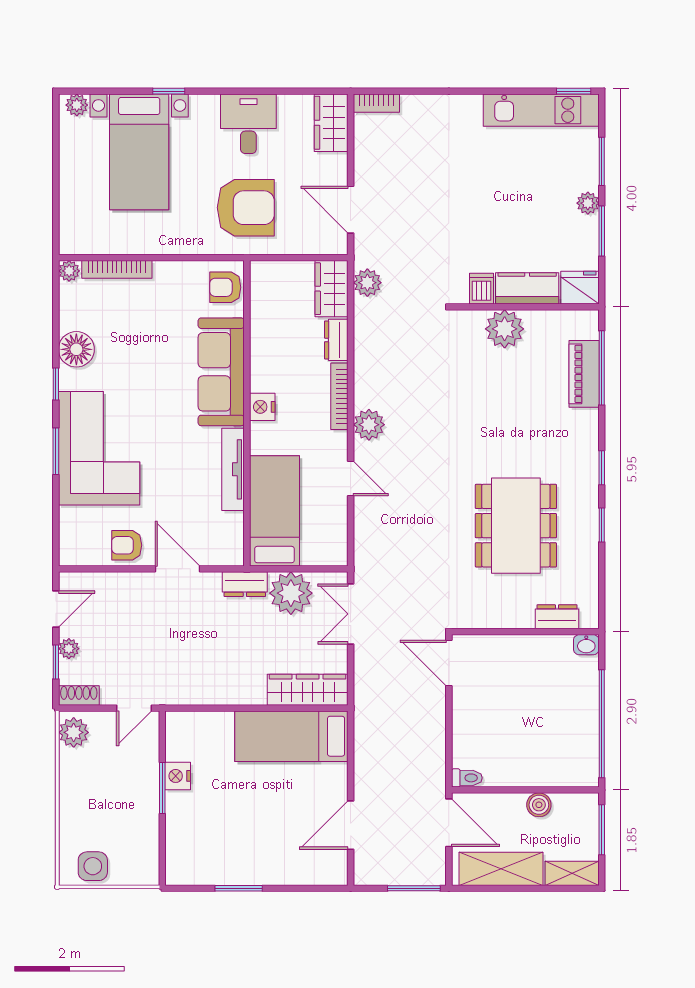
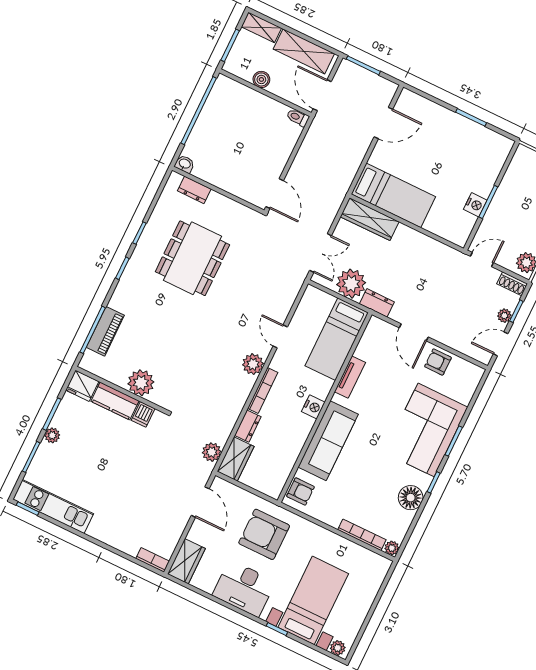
desk: (248, 124) -> (244, 588), width x1.37
tv unit: (233, 469) -> (350, 377), width x0.71
armchair: (127, 545) -> (438, 362), turned 180

